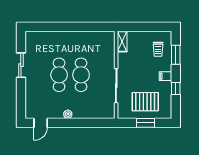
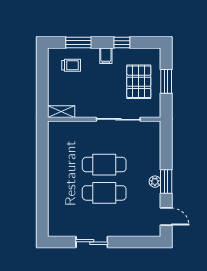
window: (68, 123) -> (166, 182), added

